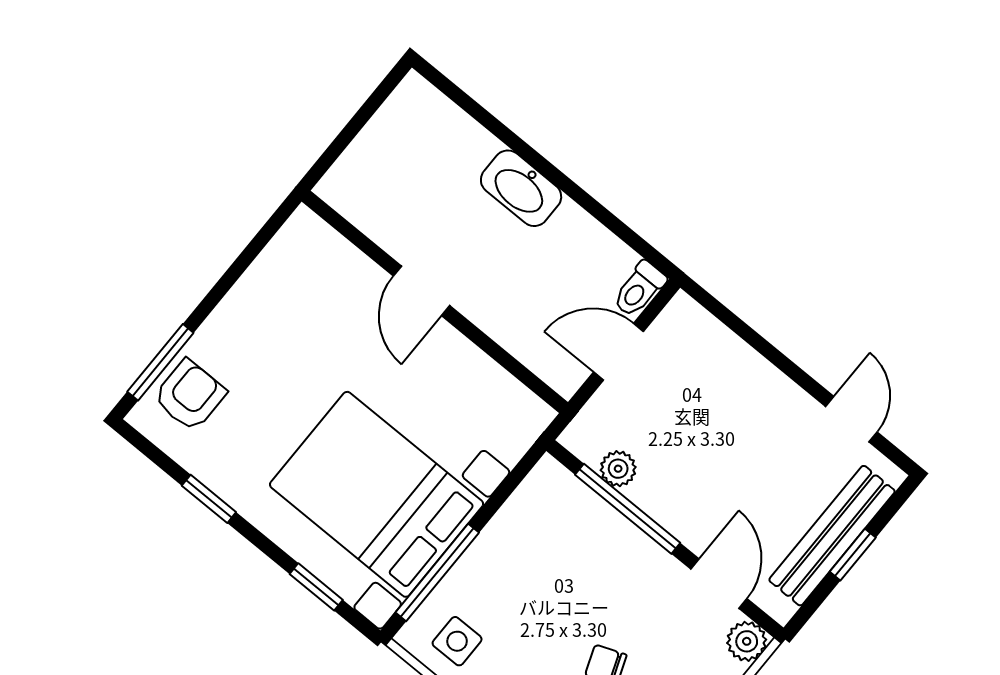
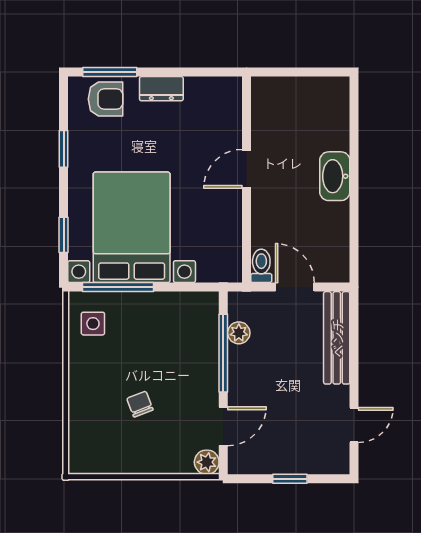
toilet: (639, 289) -> (261, 266), moved, turned 90
dresser: (234, 315) -> (161, 89), added
bench: (832, 536) -> (337, 338), moved, turned 90

